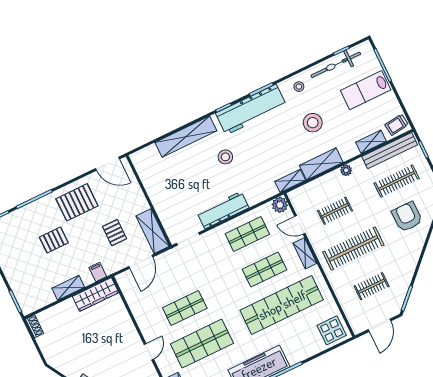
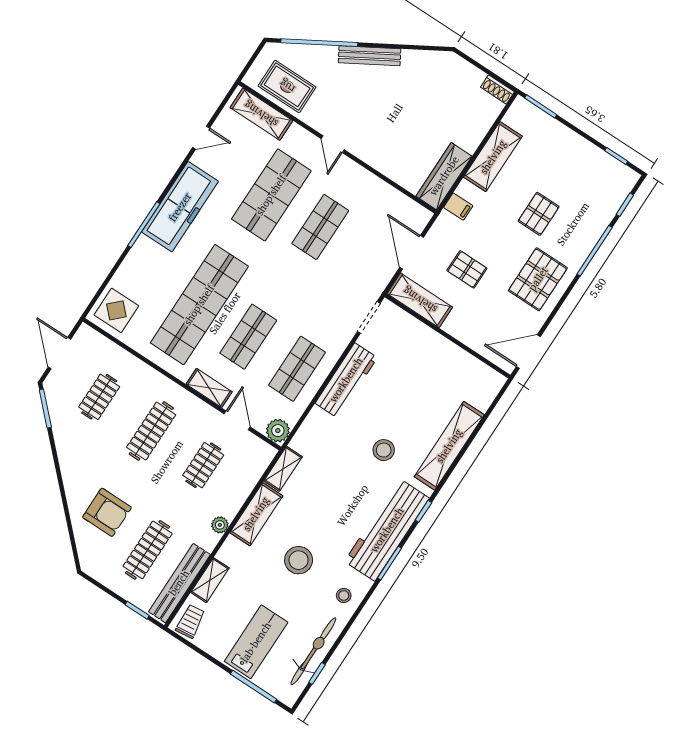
door: (300, 225) -> (237, 420), hinge flipped
clothes rail: (353, 248) -> (151, 431), width x0.73, depth x0.76
shelving: (68, 288) -> (493, 157), width x1.50, depth x1.33

